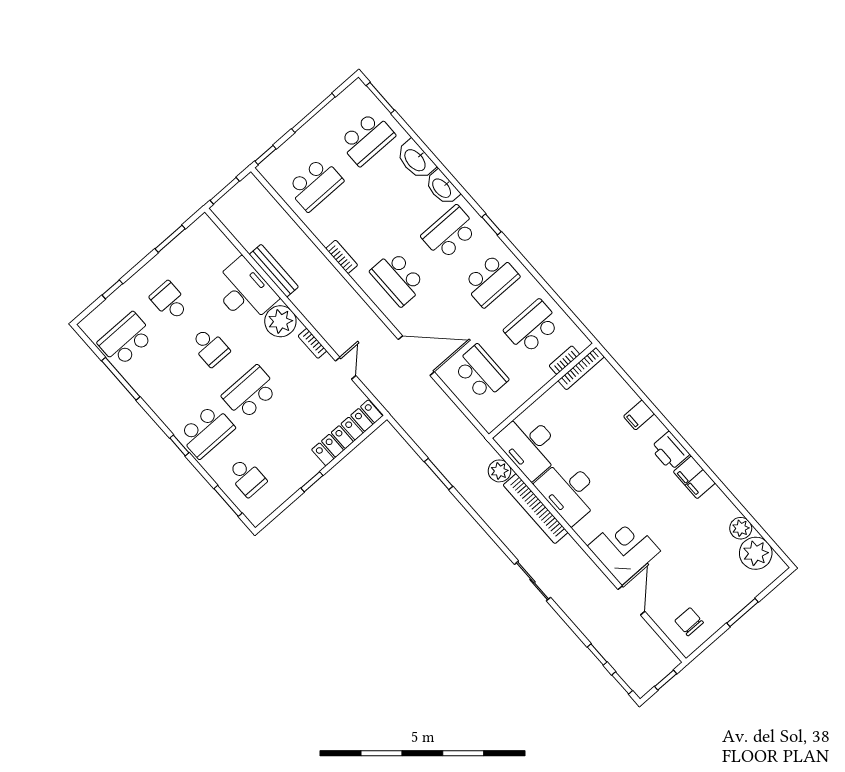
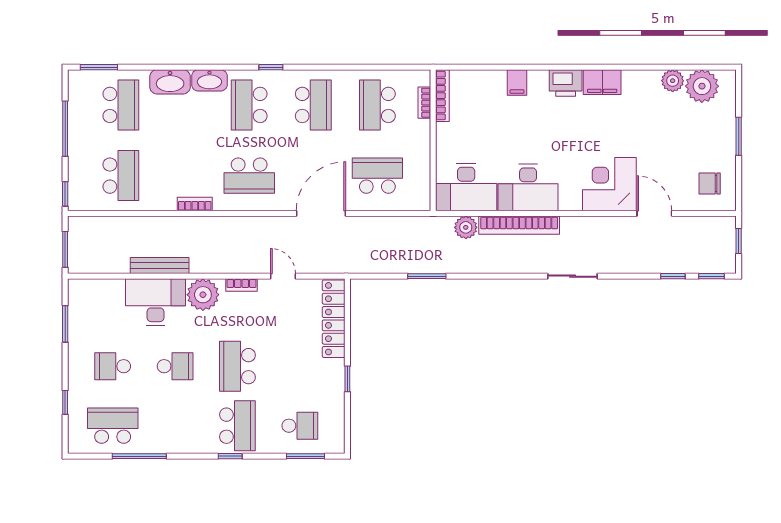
school desk: (126, 340) -> (113, 426), turned 90

